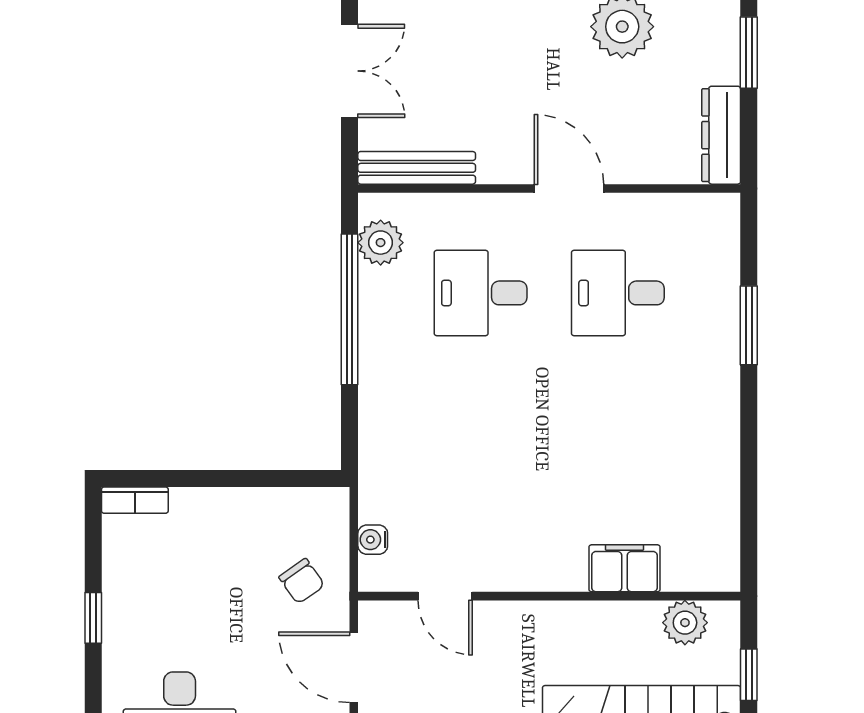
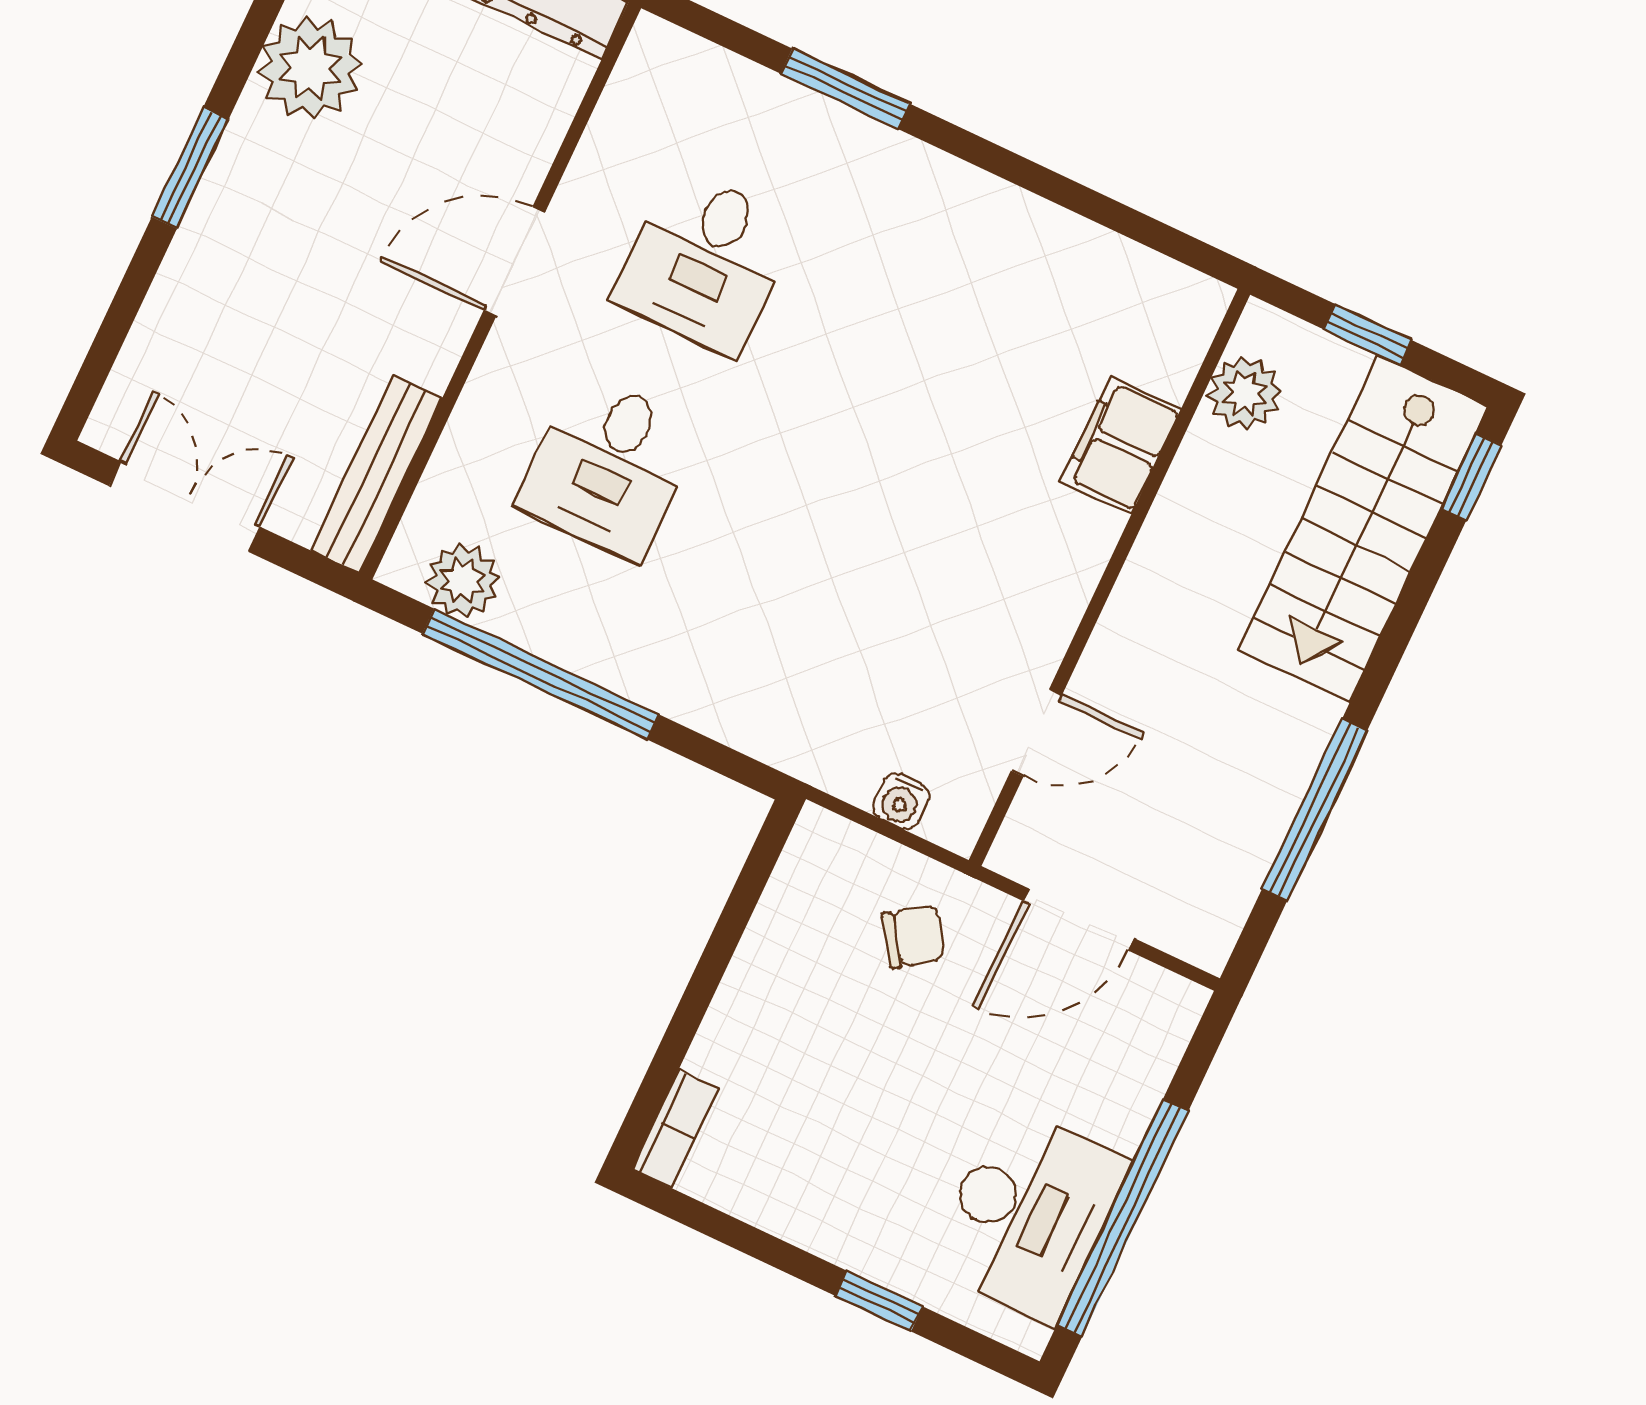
window: (93, 618) -> (879, 1301), moved

